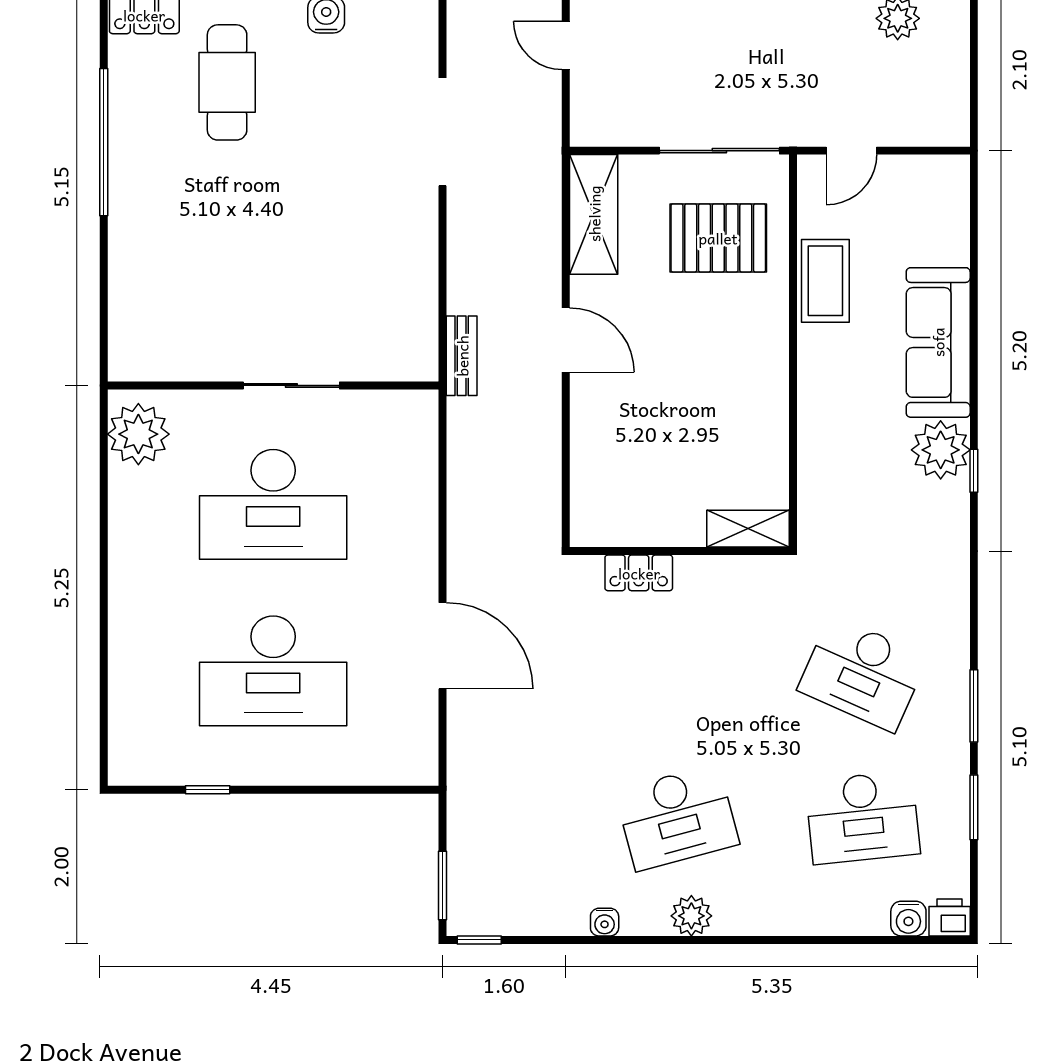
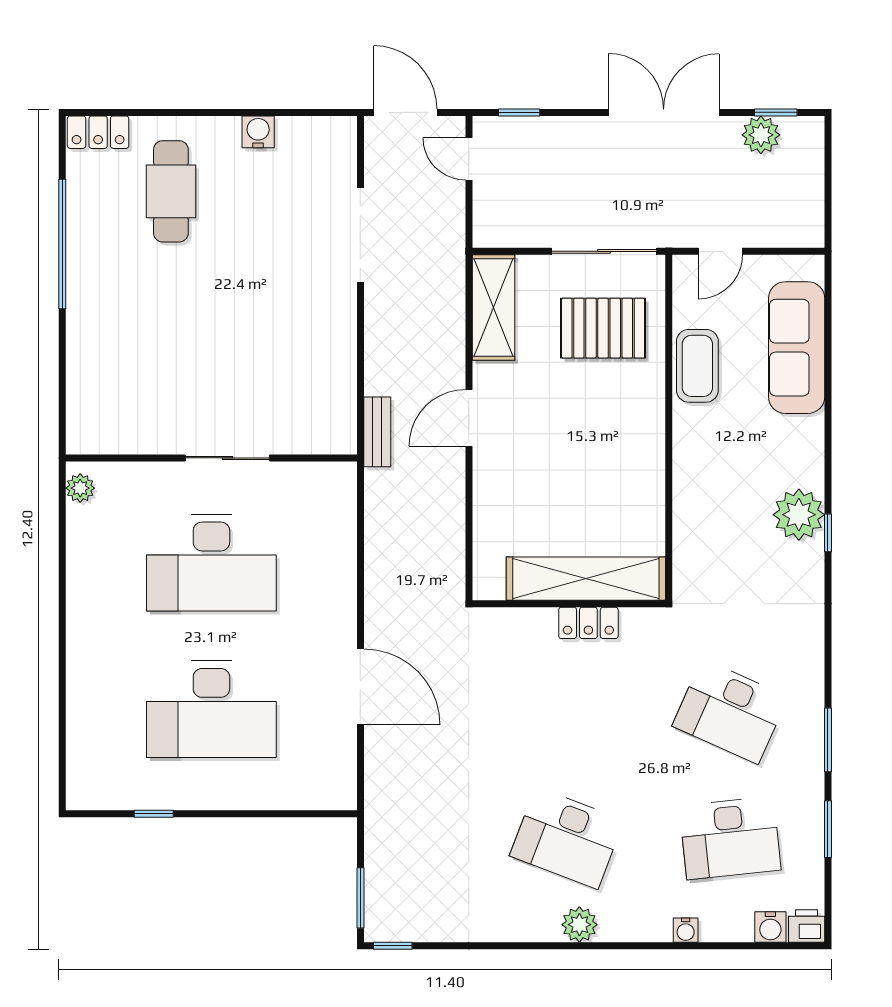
door: (566, 340) -> (469, 418), swing flipped
sofa: (938, 342) -> (797, 348), moved
plant: (138, 434) -> (80, 488), width x0.53, depth x0.53
shelving: (748, 529) -> (586, 579), width x2.20, depth x1.33
locker: (639, 573) -> (588, 623), moved
desk: (677, 817) -> (567, 838), turned 36
water cooler: (605, 922) -> (686, 930), moved

